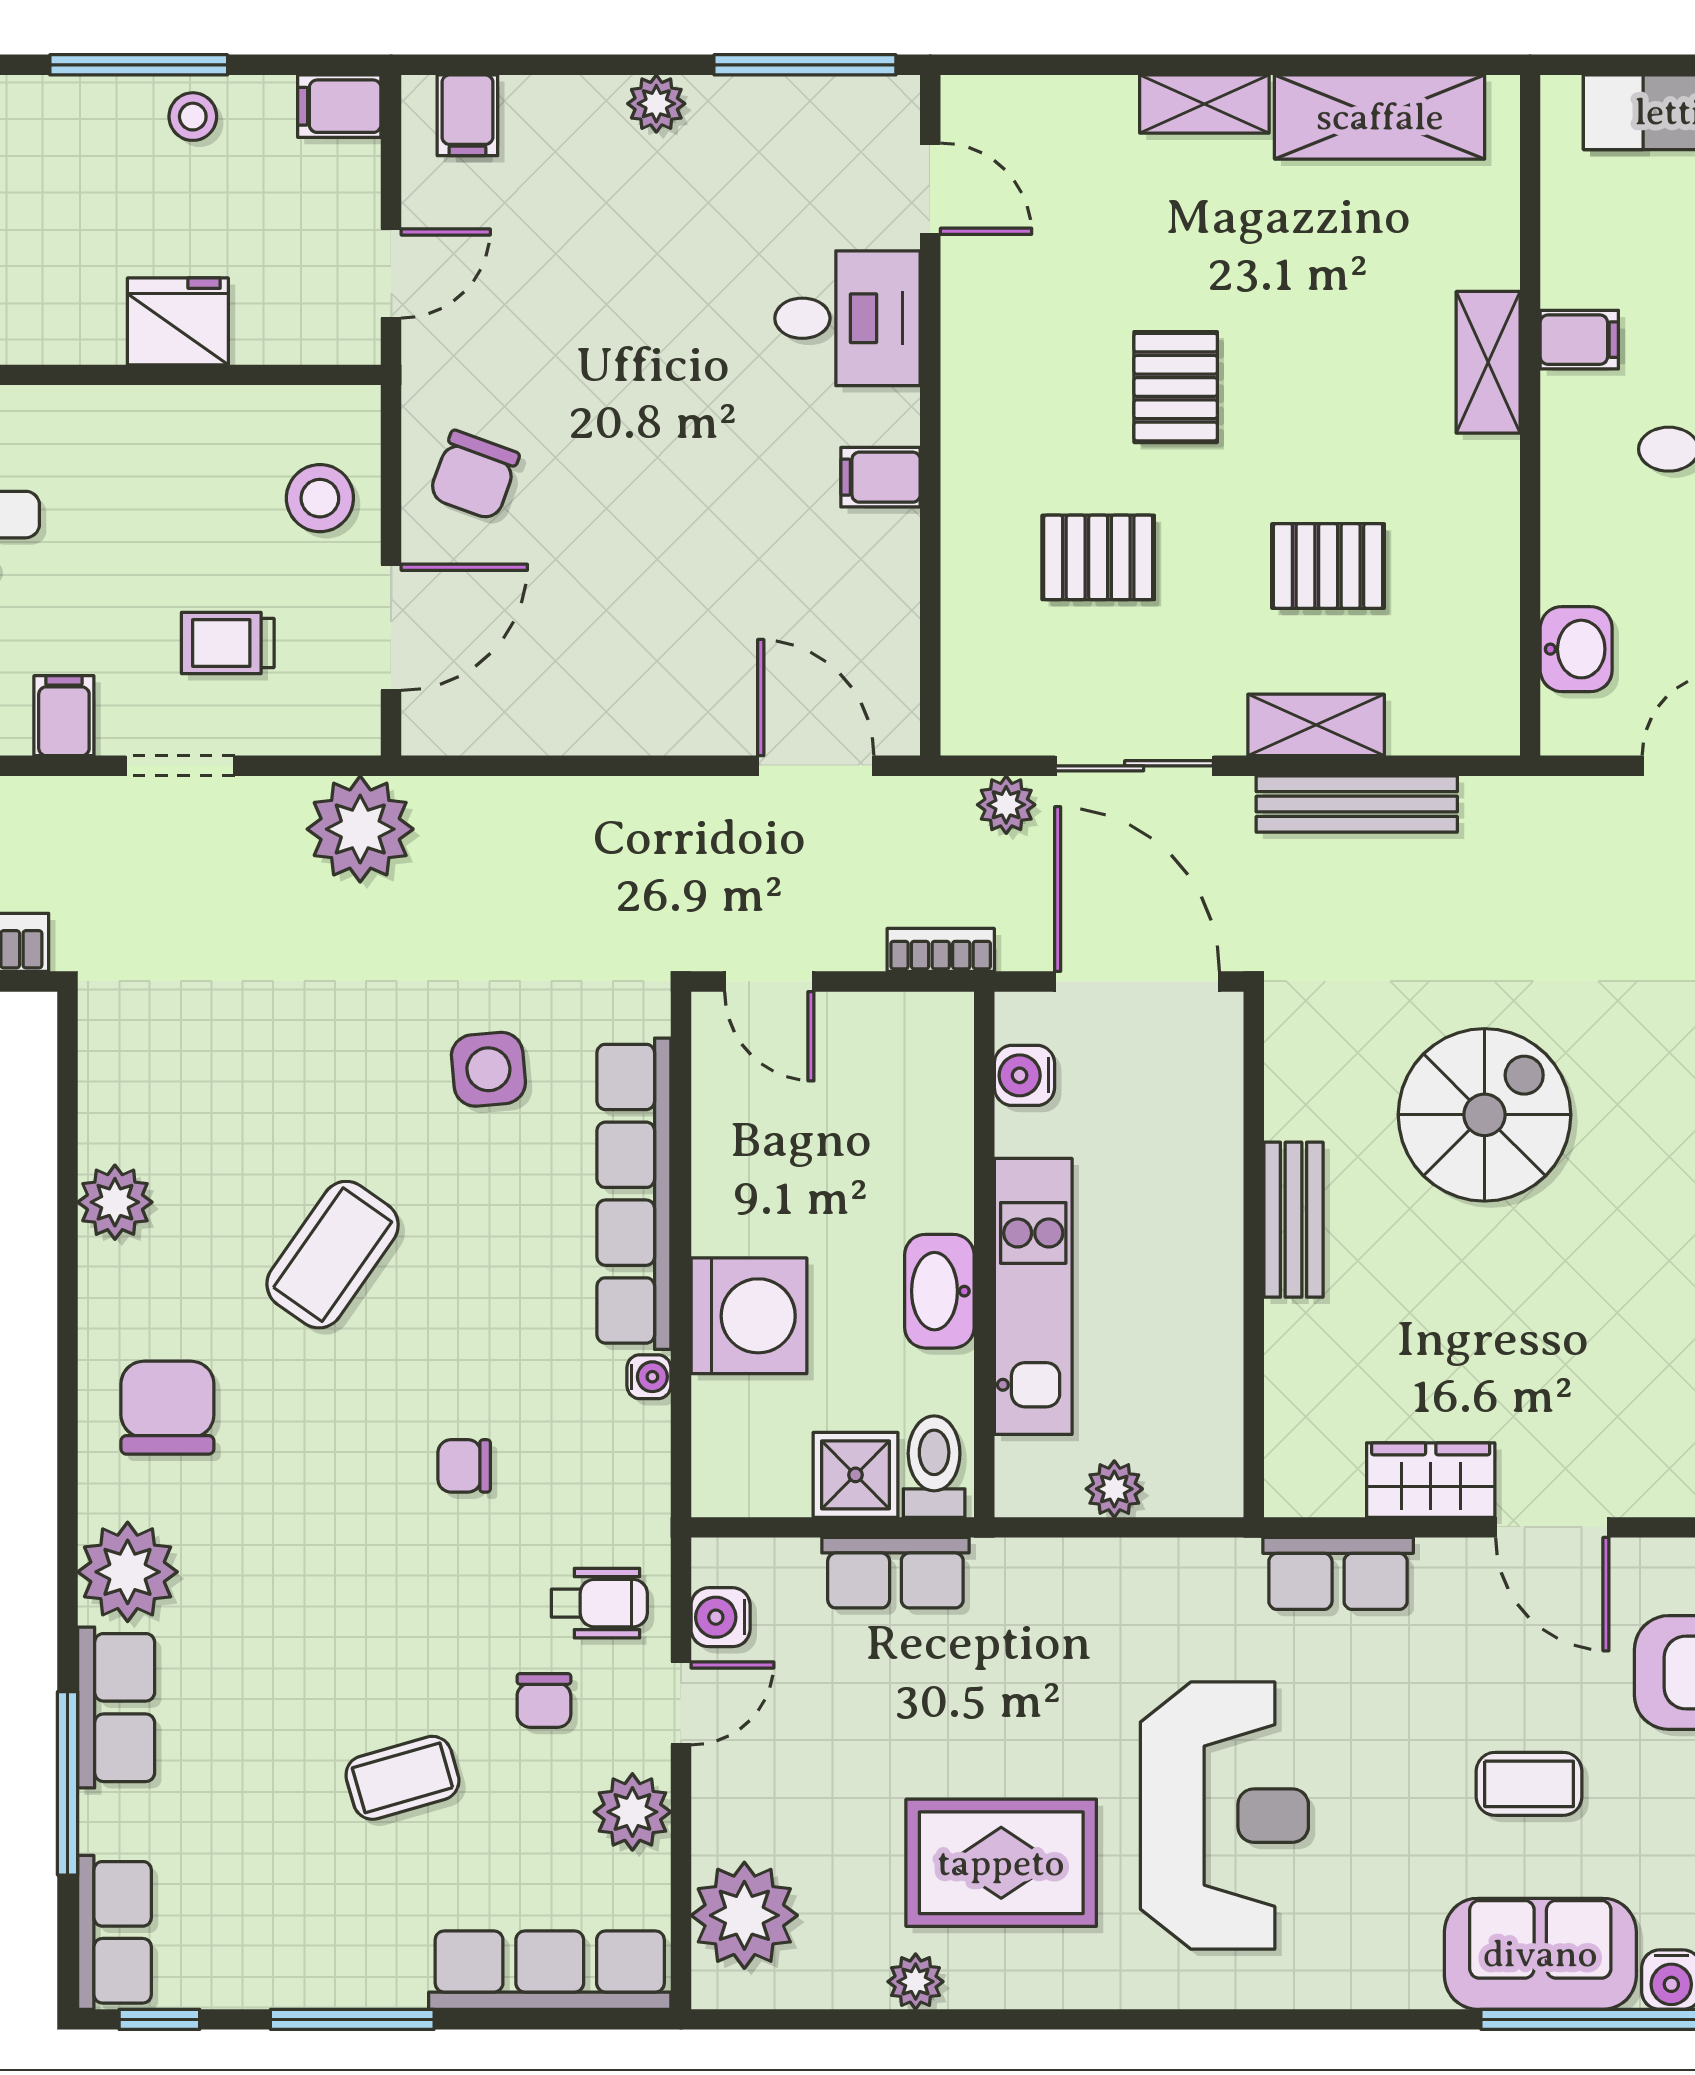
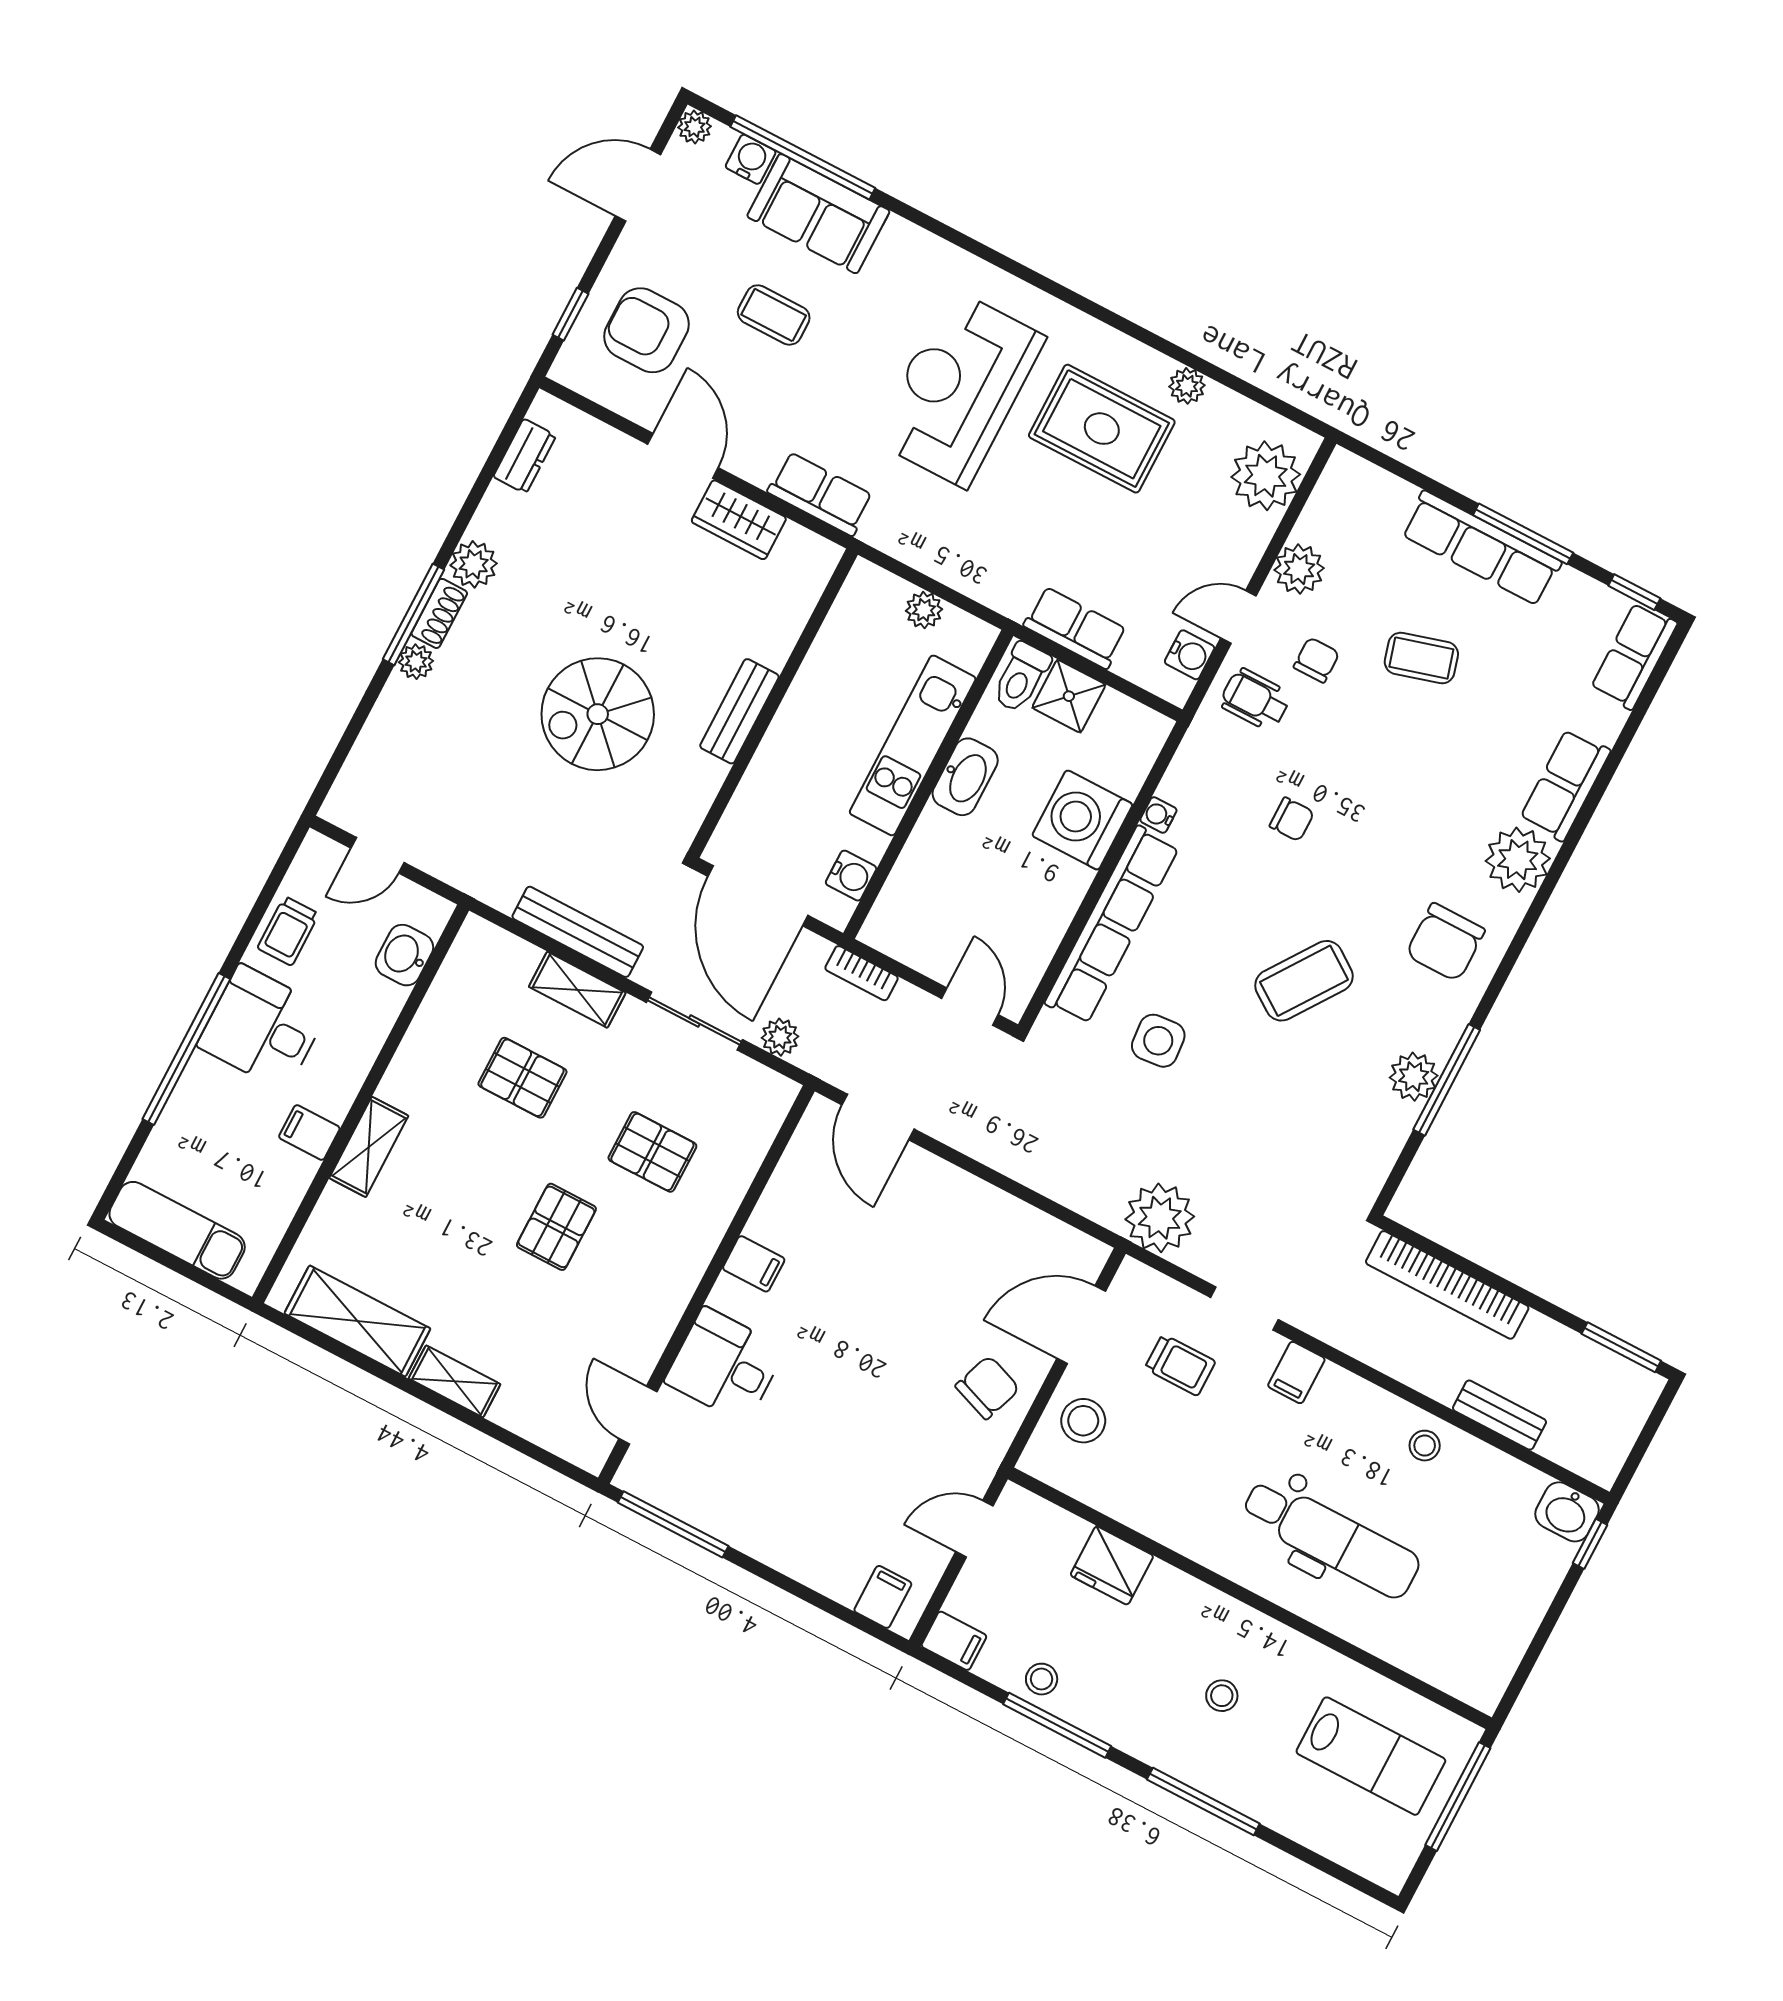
plant: (656, 104) -> (770, 1547), removed
window: (68, 1783) -> (1447, 1080), moved
row of seats: (550, 1970) -> (1481, 548), moved

